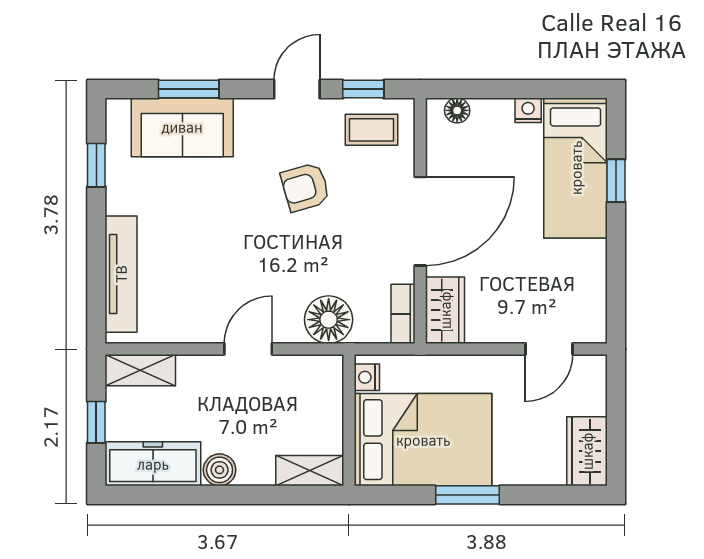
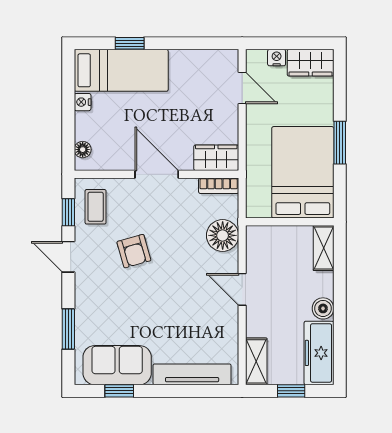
sofa: (182, 127) -> (117, 365), moved, turned -90
door: (420, 221) -> (157, 174), width x0.73
nightstand: (367, 377) -> (277, 58), moved, turned 180

